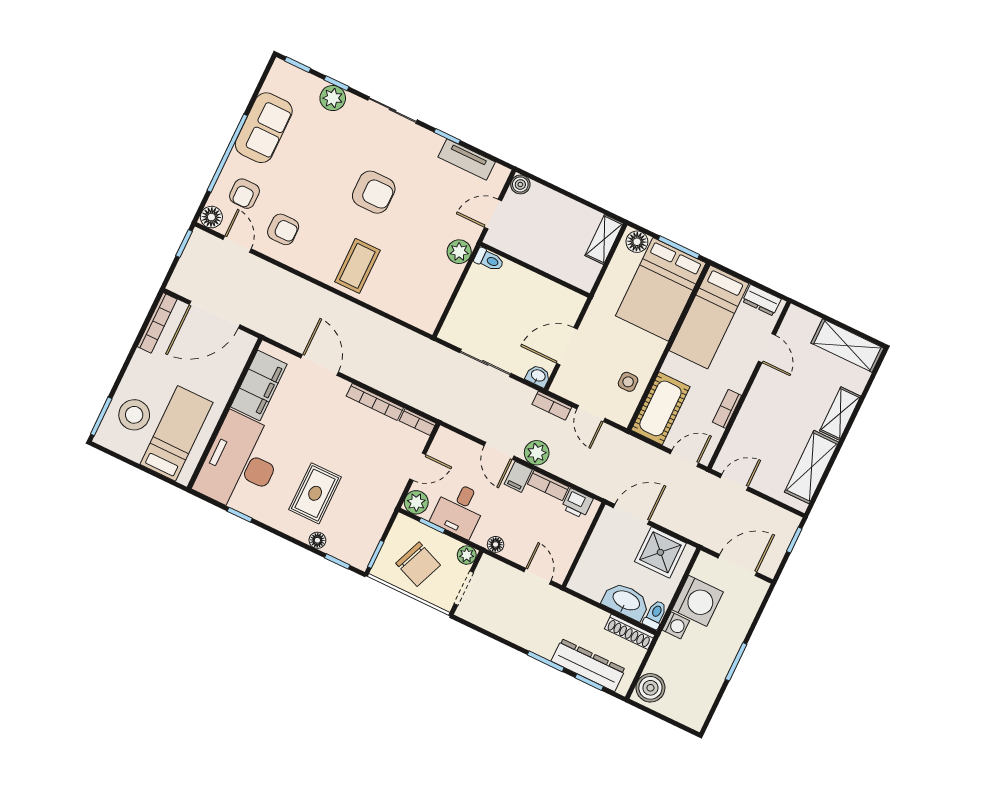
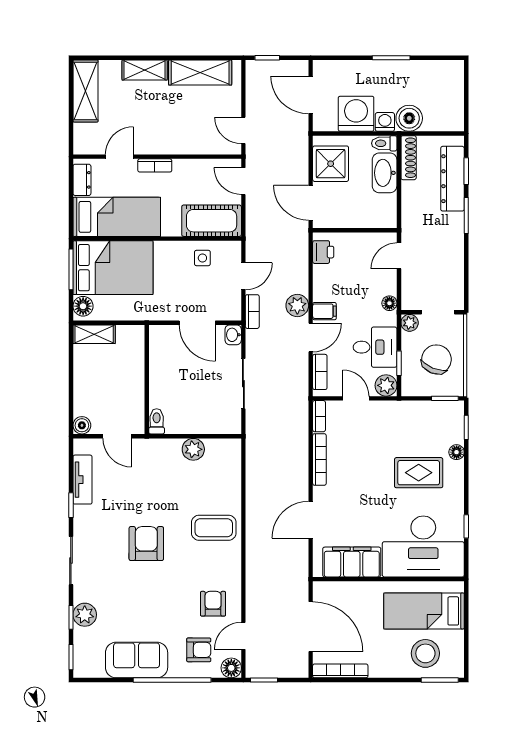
plant: (459, 252) -> (193, 449), moved
bookcase: (727, 409) -> (155, 165), moved
bookcase: (548, 486) -> (320, 372), moved
boiler: (650, 688) -> (409, 118), moved

